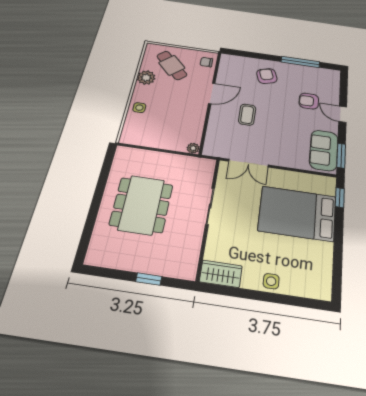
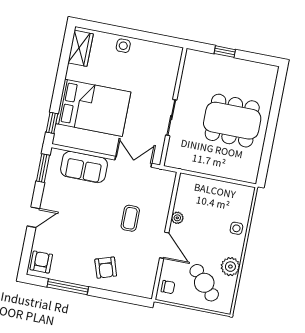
door: (212, 93) -> (164, 245), swing flipped
armchair: (309, 101) -> (41, 262), moved, turned -90
door: (343, 114) -> (33, 217), hinge flipped
plant: (193, 148) -> (177, 218), moved
sofa: (324, 150) -> (84, 167), moved, turned 90
dining table: (141, 205) -> (232, 121), turned 90
wardrobe: (221, 274) -> (81, 48), moved, turned -90

